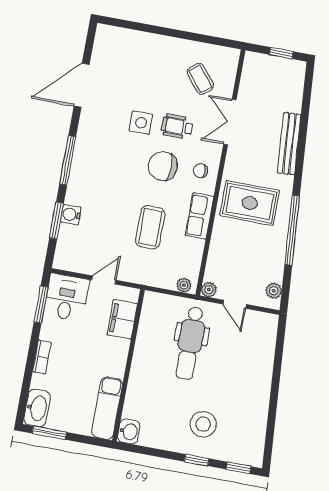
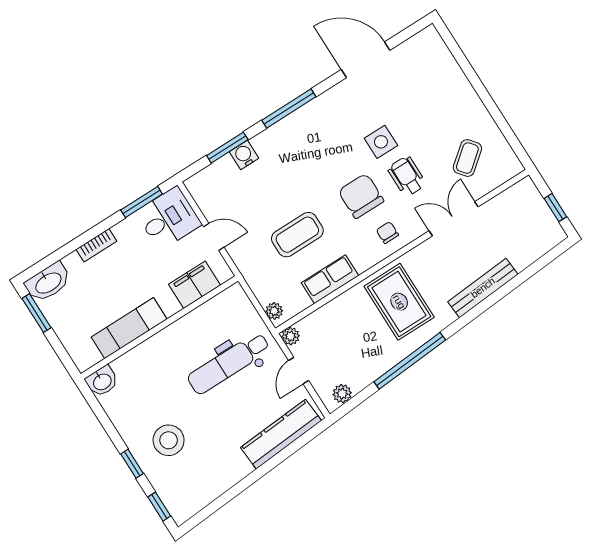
row of seats: (199, 216) -> (330, 279), moved
kitchen counter: (264, 351) -> (281, 434), added
exam couch: (107, 408) -> (129, 328), moved

